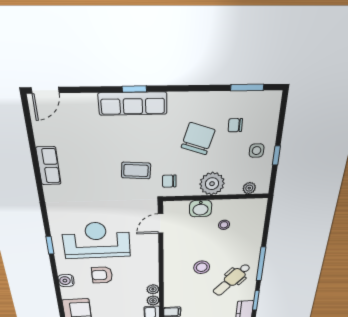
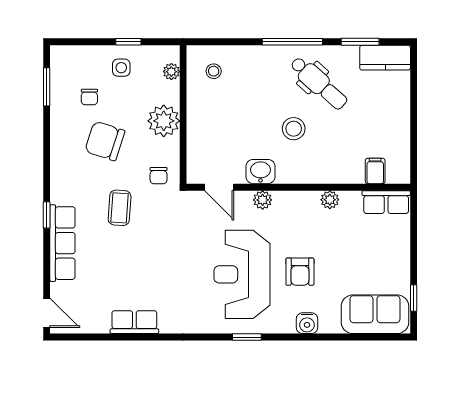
row of seats: (133, 104) -> (62, 243), moved
coffee table: (136, 171) -> (120, 208), moved
washbasin: (201, 208) -> (260, 172), moved, turned -90
stool: (224, 225) -> (214, 71), moved
plant: (153, 300) -> (263, 200), moved

